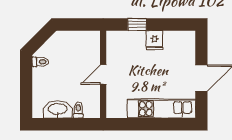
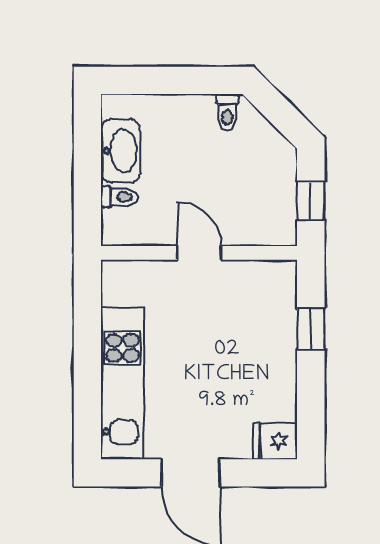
window: (80, 24) -> (311, 201), added
fridge: (155, 40) -> (275, 441), moved

